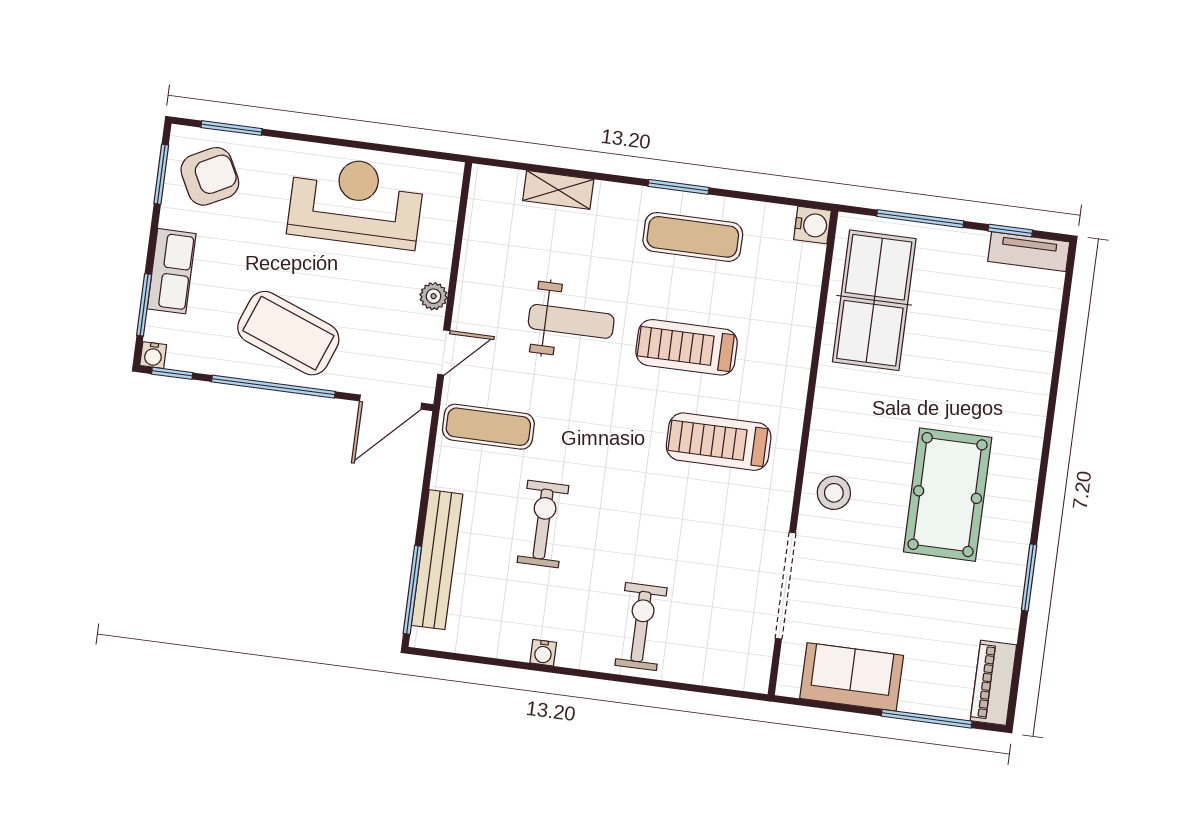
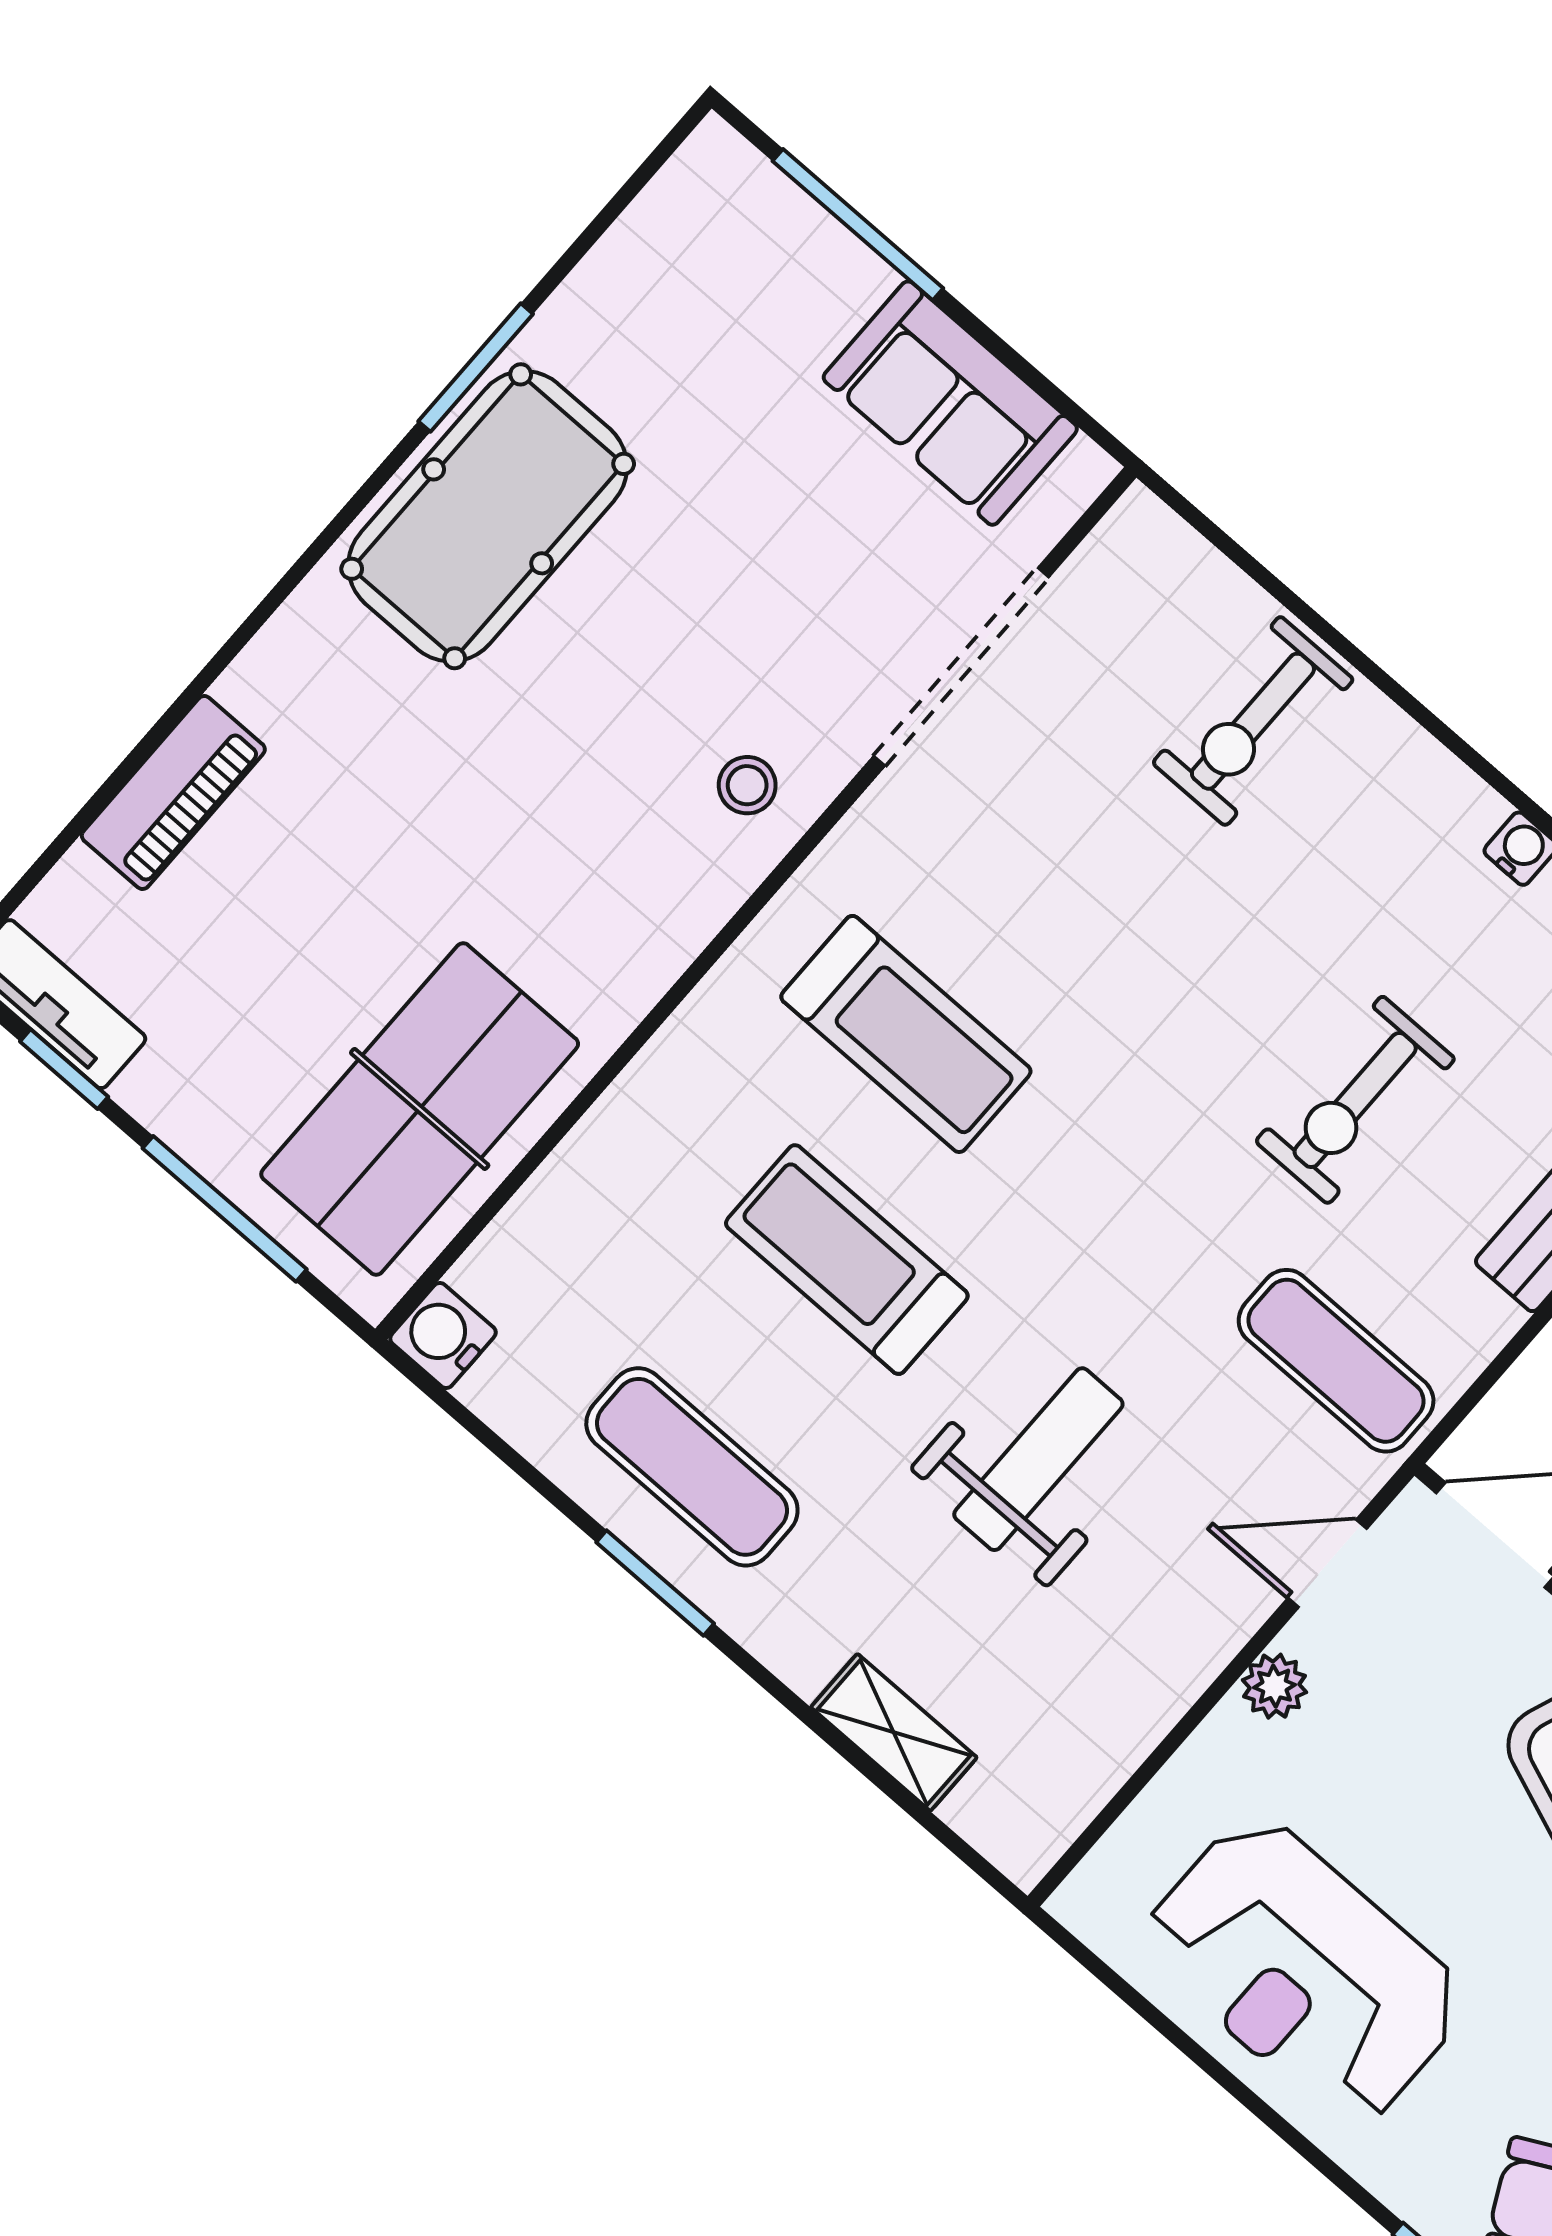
weight bench: (571, 321) -> (1038, 1459), turned 90
treadmill: (687, 347) -> (847, 1260), turned 180
stool: (834, 493) -> (747, 785), width x0.73, depth x0.73
pool table: (948, 495) -> (488, 516), moved
exercise bike: (641, 627) -> (1253, 721), moved
piano: (993, 683) -> (173, 792), moved

